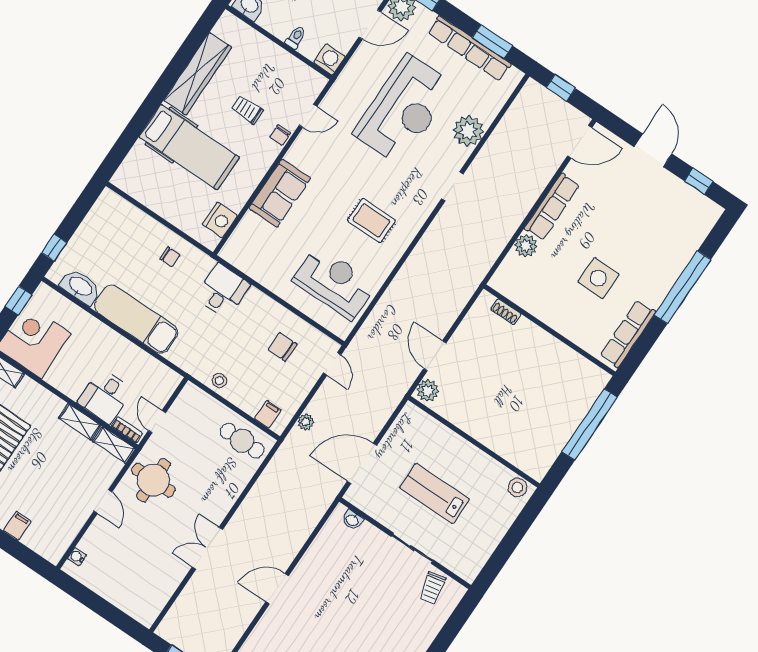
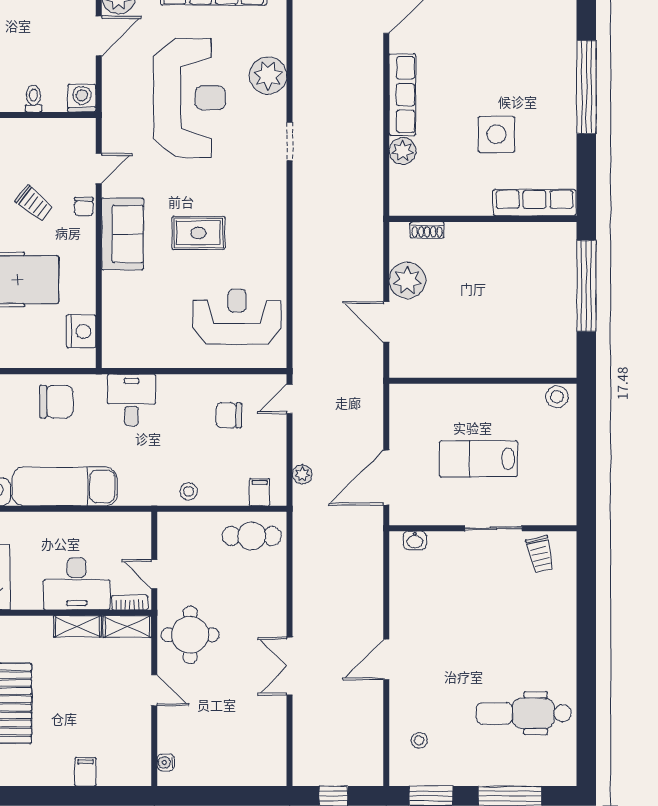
trolley: (247, 110) -> (34, 203), turned -141
sofa: (280, 193) -> (122, 234), moved
rug: (371, 221) -> (198, 233), moved
chair: (170, 257) -> (56, 402), width x1.87, depth x1.87
row of seats: (628, 334) -> (535, 203), moved, turned 90
door: (332, 364) -> (290, 399), swing flipped
plant: (428, 391) -> (407, 280), moved, width x1.36, depth x1.36
desk: (105, 396) -> (77, 584), width x1.37

